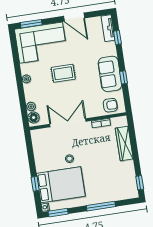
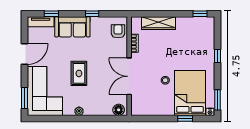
sofa: (110, 74) -> (72, 27), moved
plant: (31, 107) -> (107, 111), removed
window: (101, 206) -> (218, 56), width x0.46

